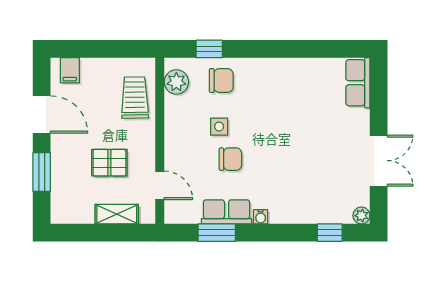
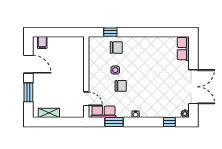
plant: (176, 82) -> (94, 48), removed
trolley: (135, 98) -> (74, 56), removed
double door: (379, 161) -> (193, 87), width x1.37
pallet: (109, 163) -> (62, 88), removed
row of seats: (227, 212) -> (103, 112), moved
shelving: (117, 214) -> (49, 113), moved

